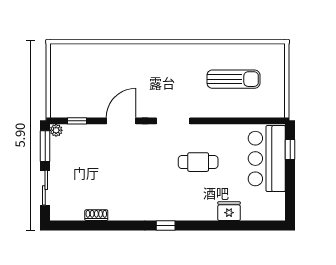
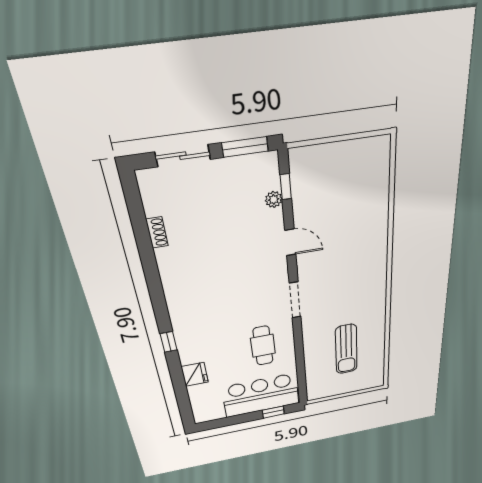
door: (121, 121) -> (290, 242), width x0.73
plant: (56, 130) -> (274, 199), moved
cafe table: (198, 162) -> (263, 346), moved
window: (166, 226) -> (169, 342), moved

